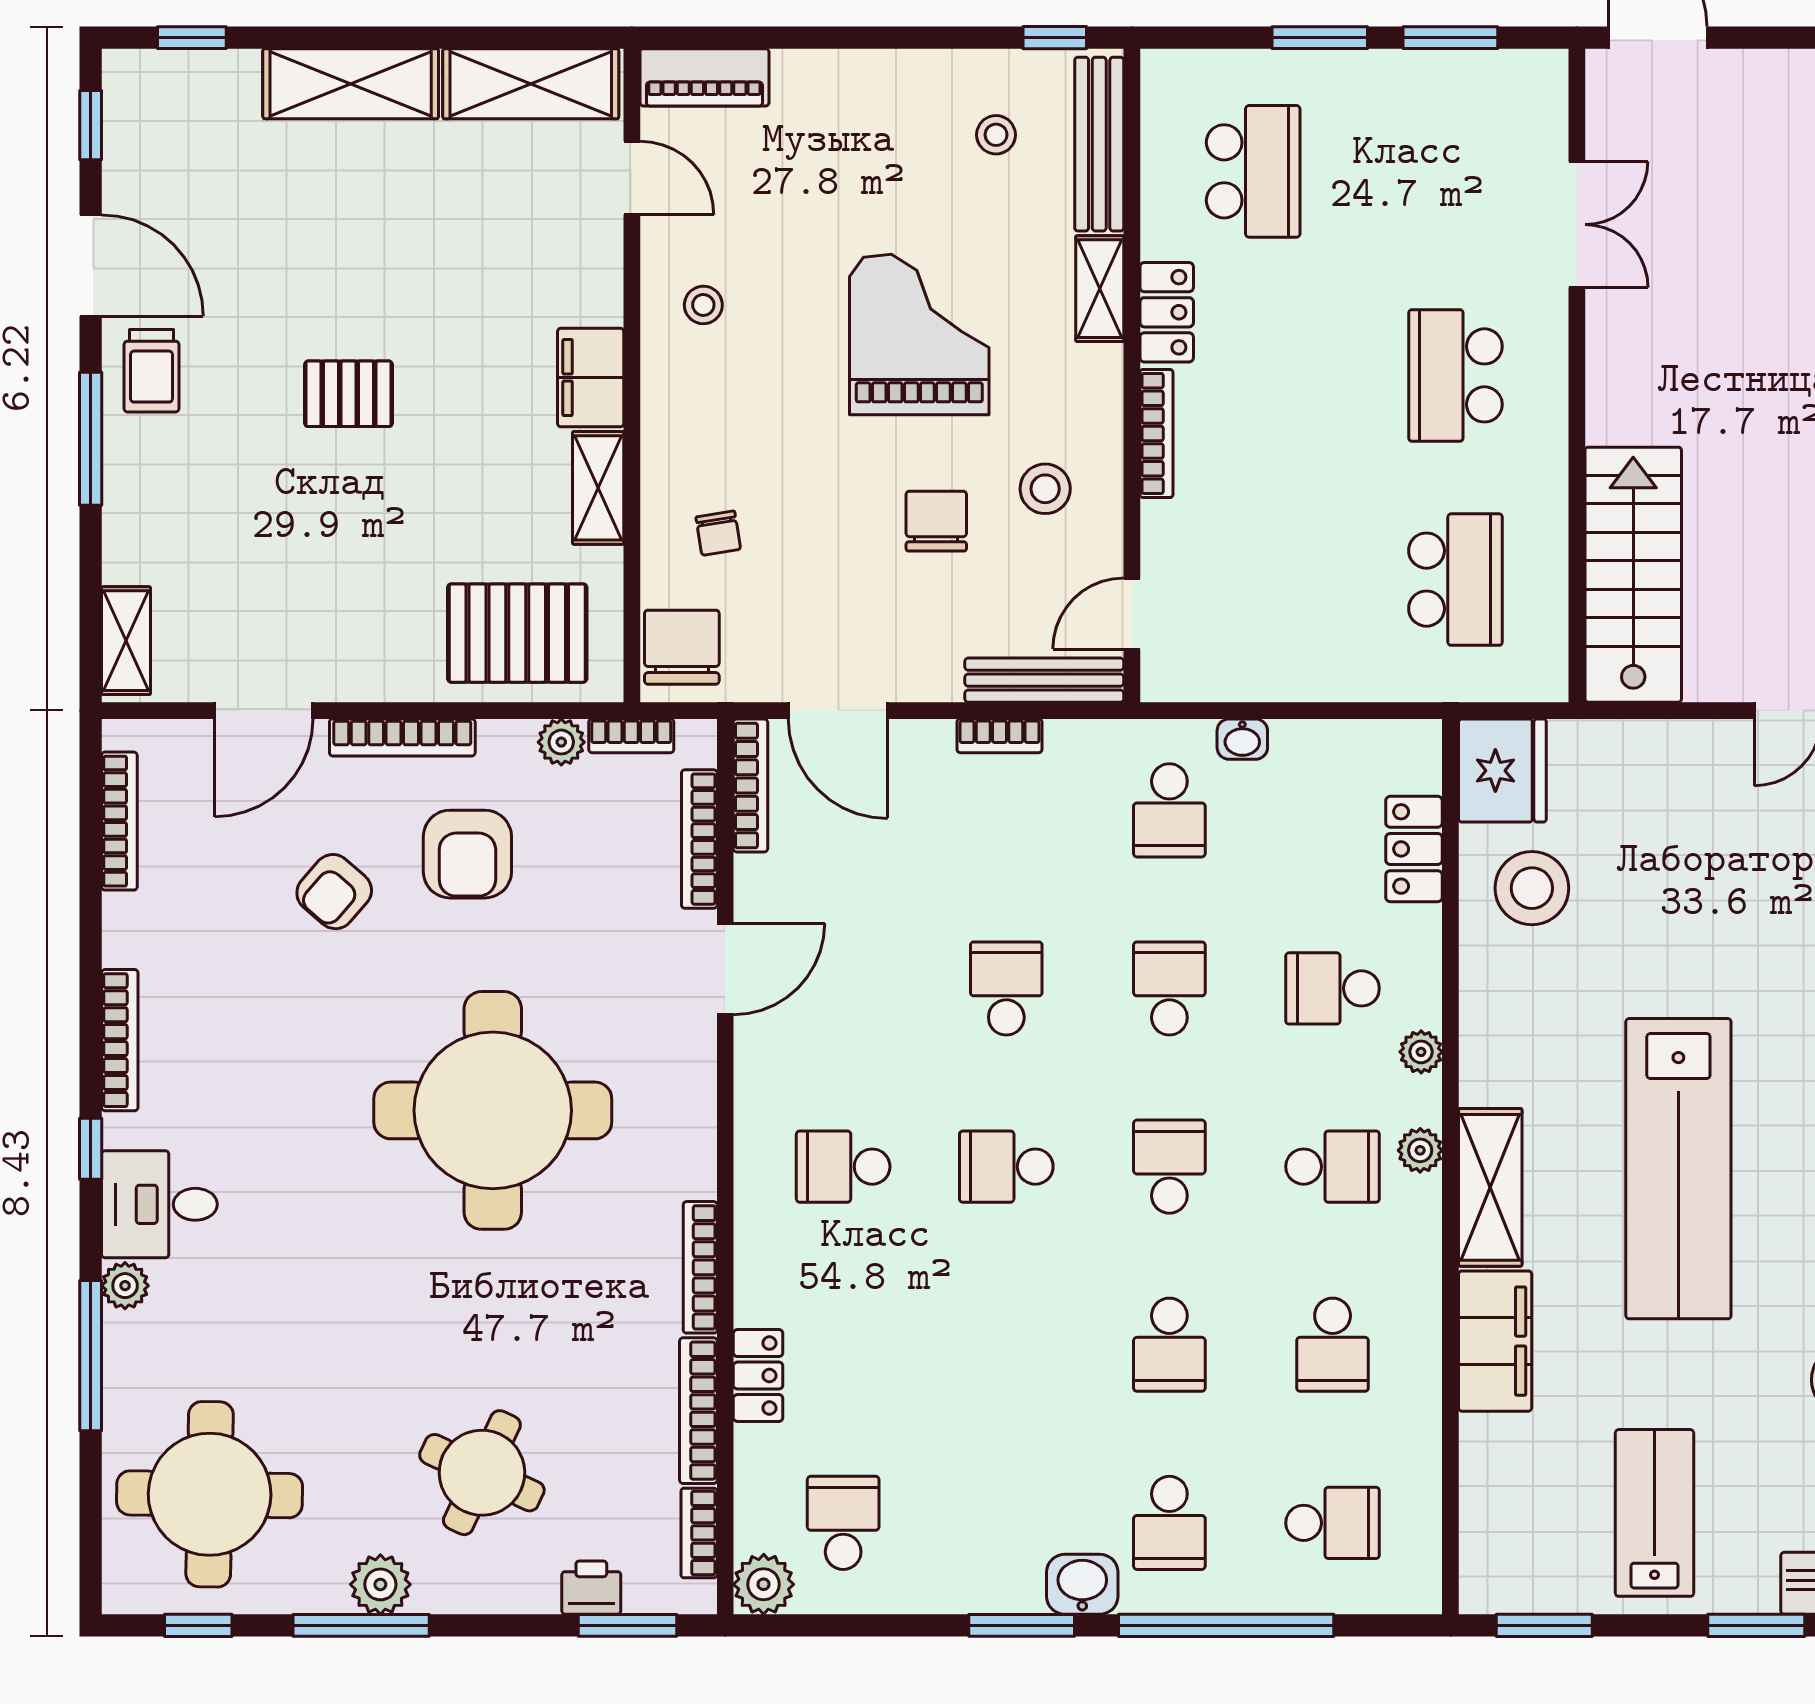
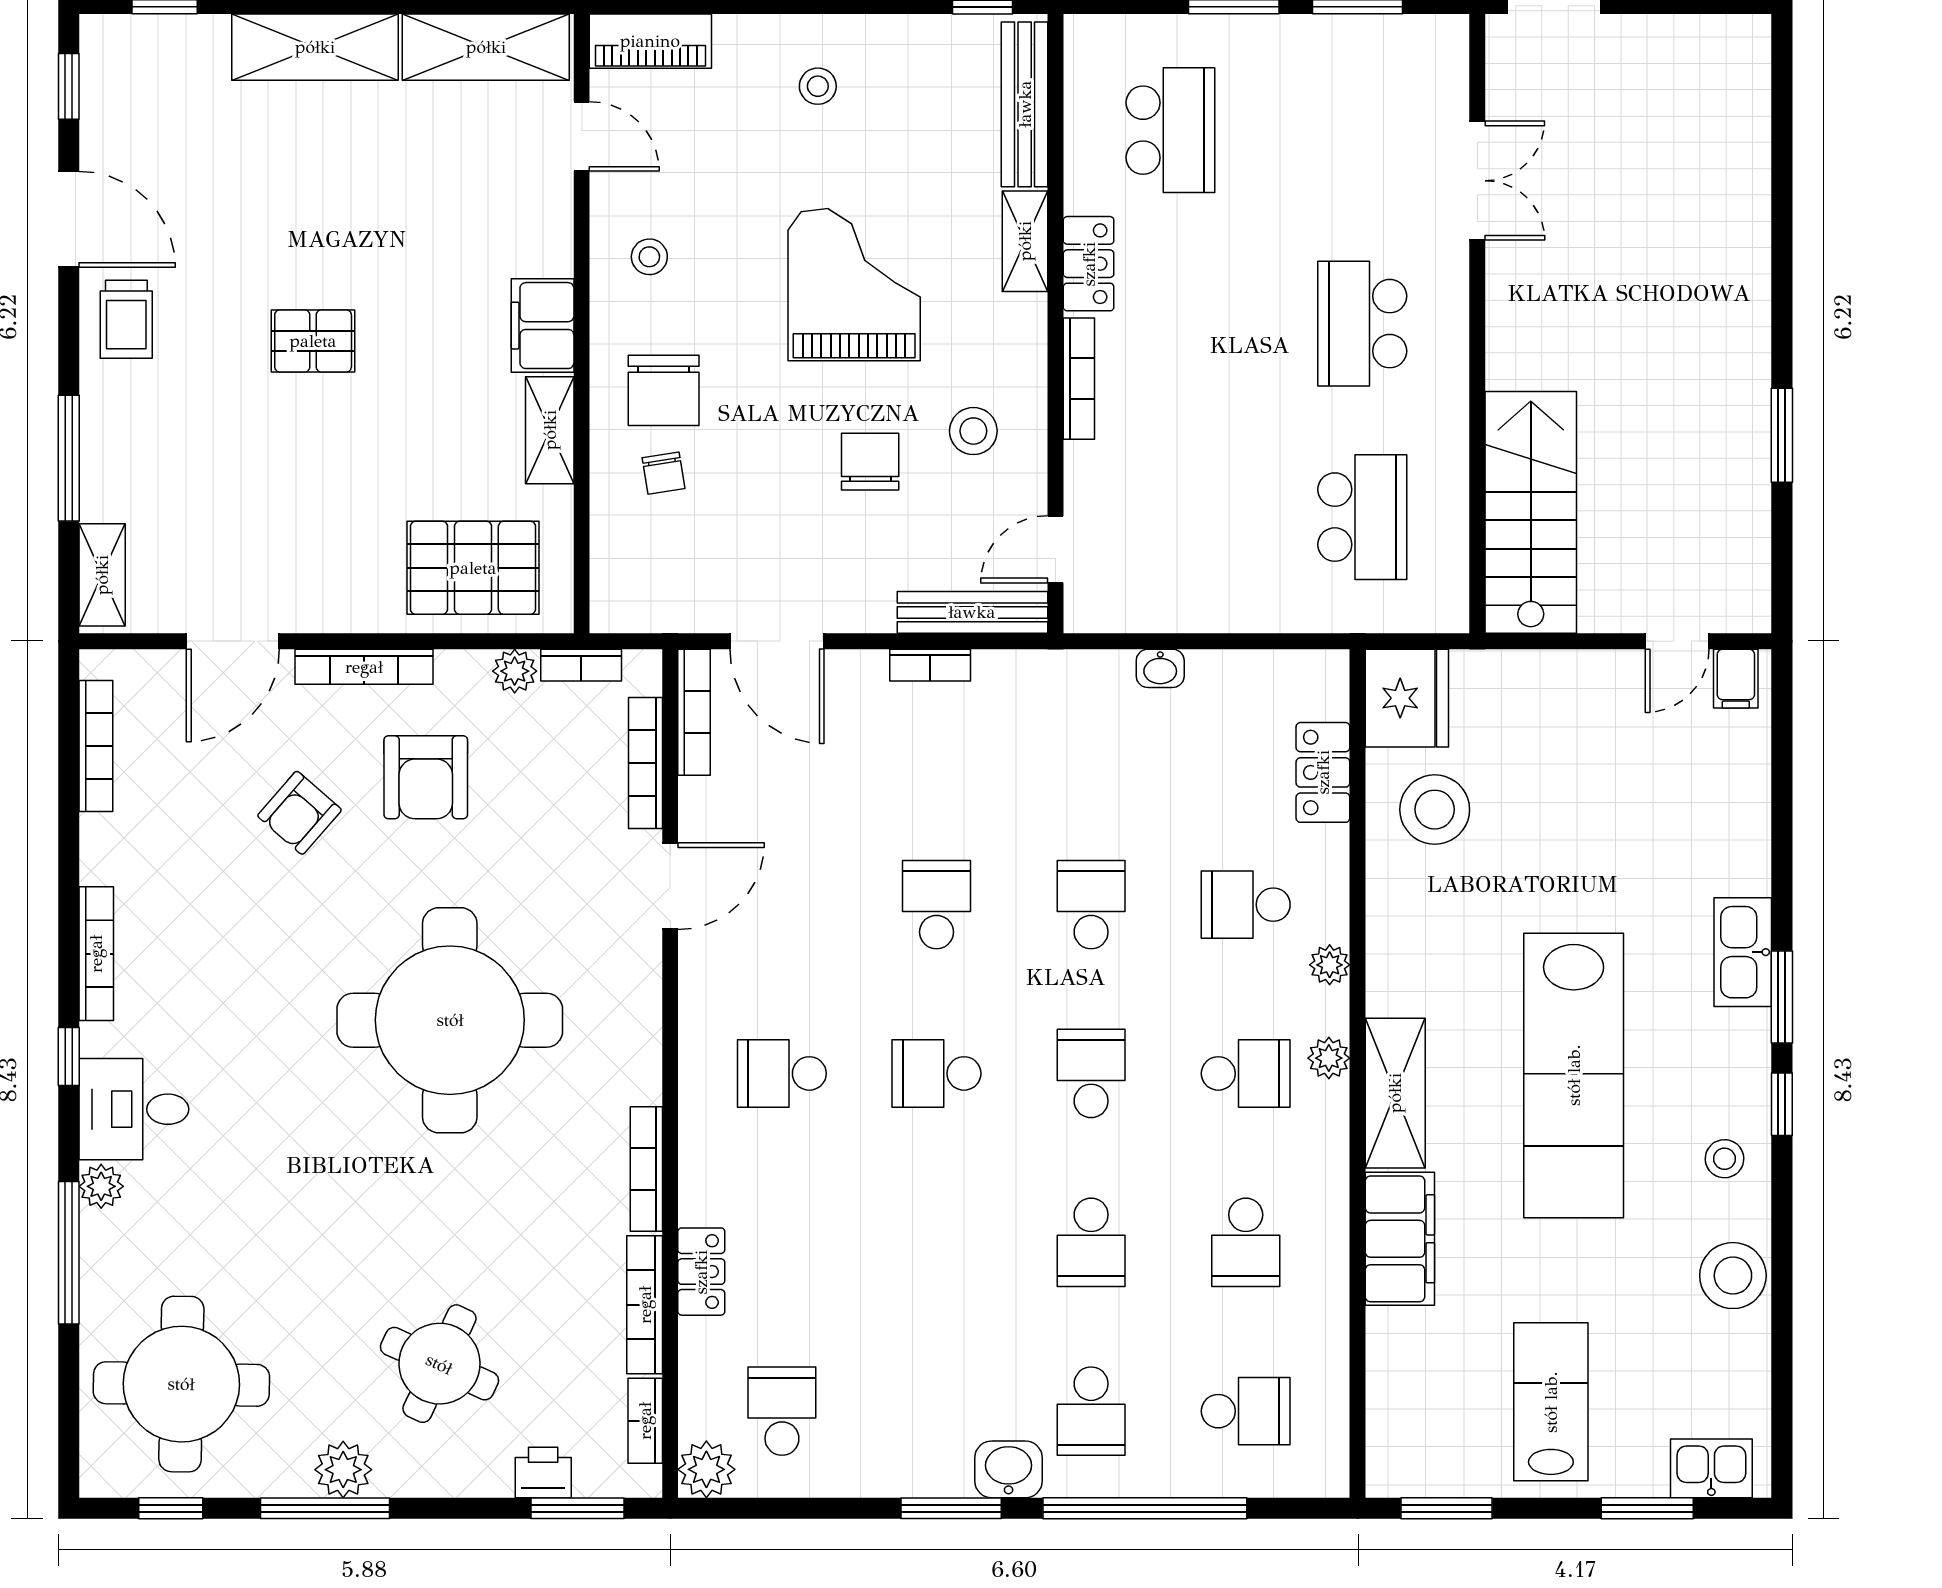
stool: (996, 135) -> (818, 86), moved
window: (91, 439) -> (69, 458), moved
chair: (682, 647) -> (664, 390), moved, turned 180
school desk: (1169, 810) -> (1091, 736), removed

